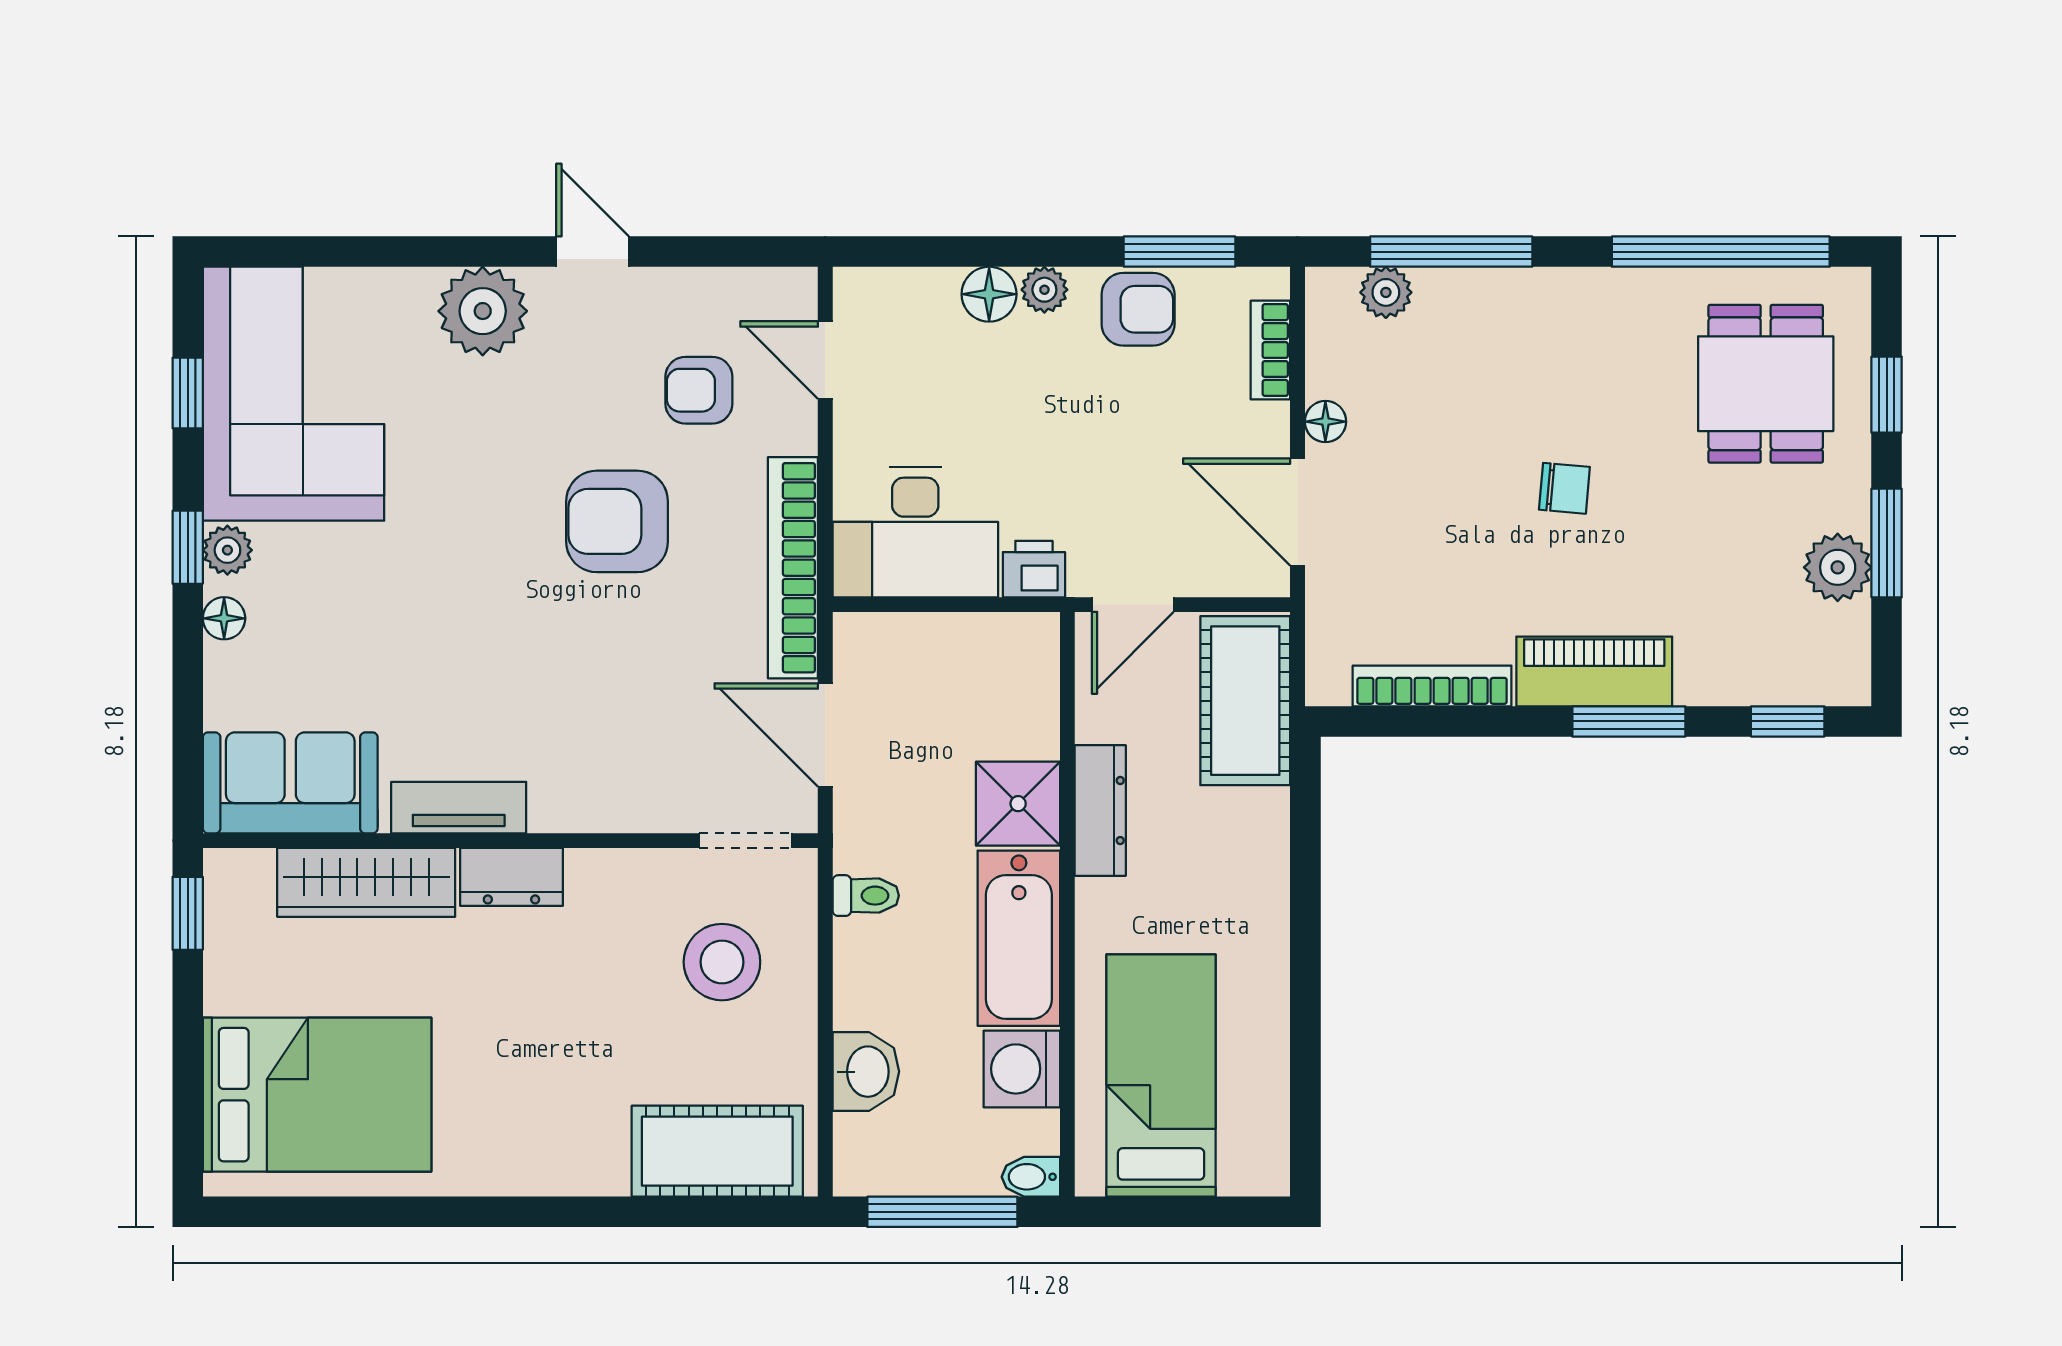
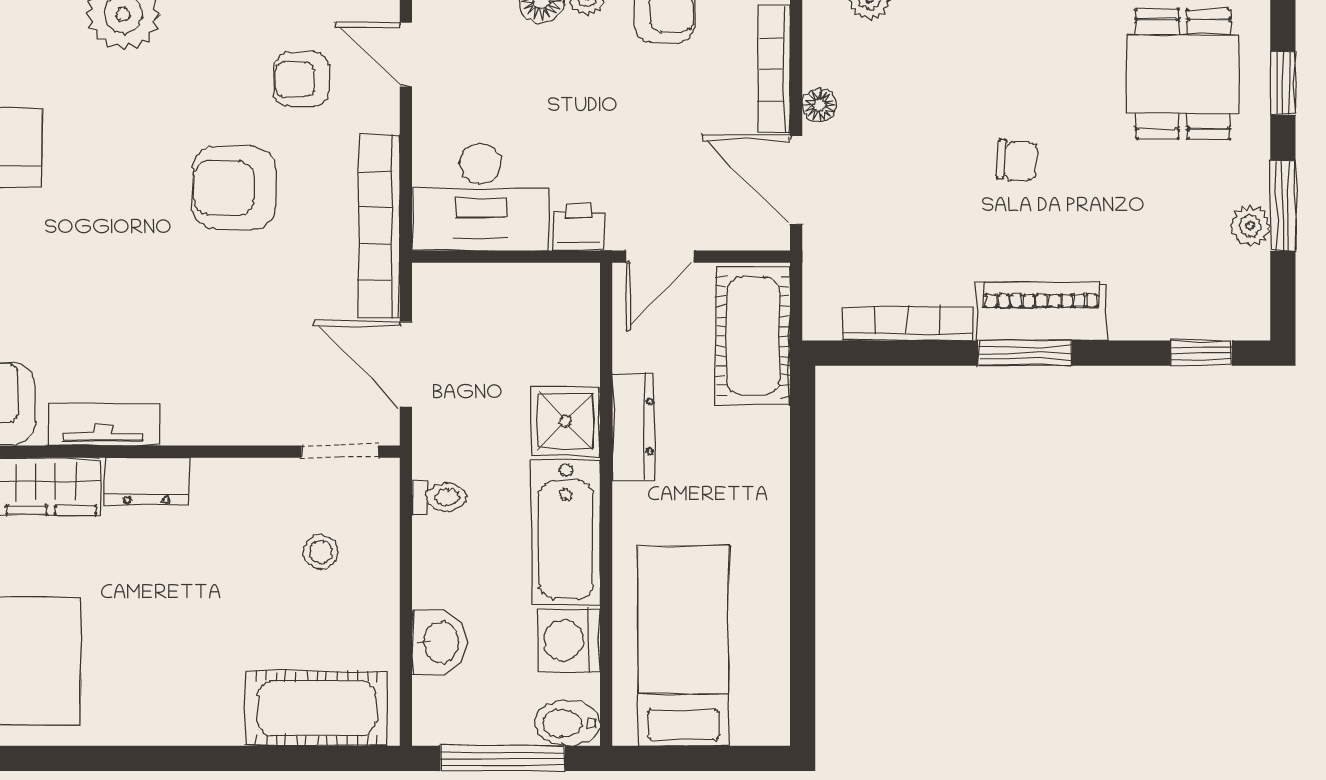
bookcase: (1270, 350) -> (774, 69), width x1.56
plant: (1838, 567) -> (1250, 226), width x0.73, depth x0.73
window: (1629, 721) -> (1025, 353), moved
stool: (722, 962) -> (321, 552), width x0.53, depth x0.53
bidet: (1031, 1177) -> (567, 723), width x1.38, depth x1.36

